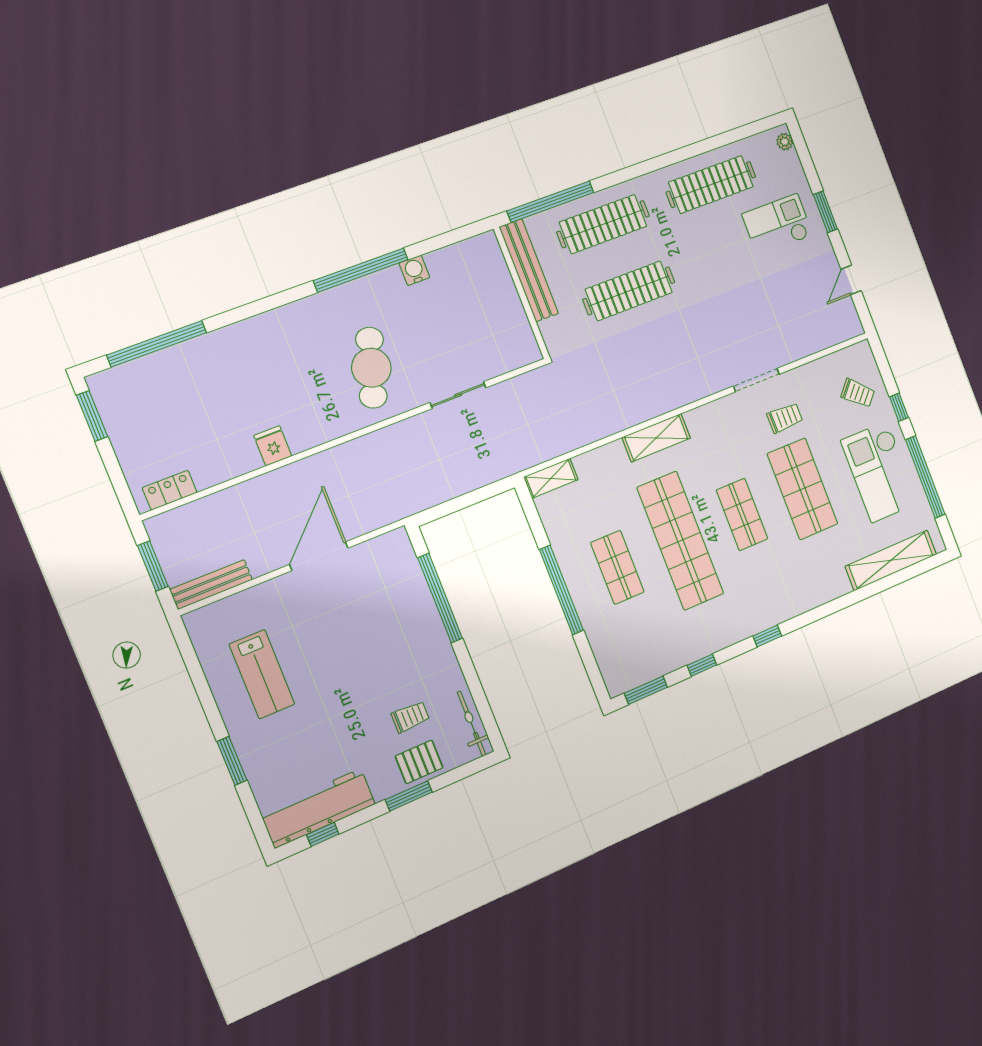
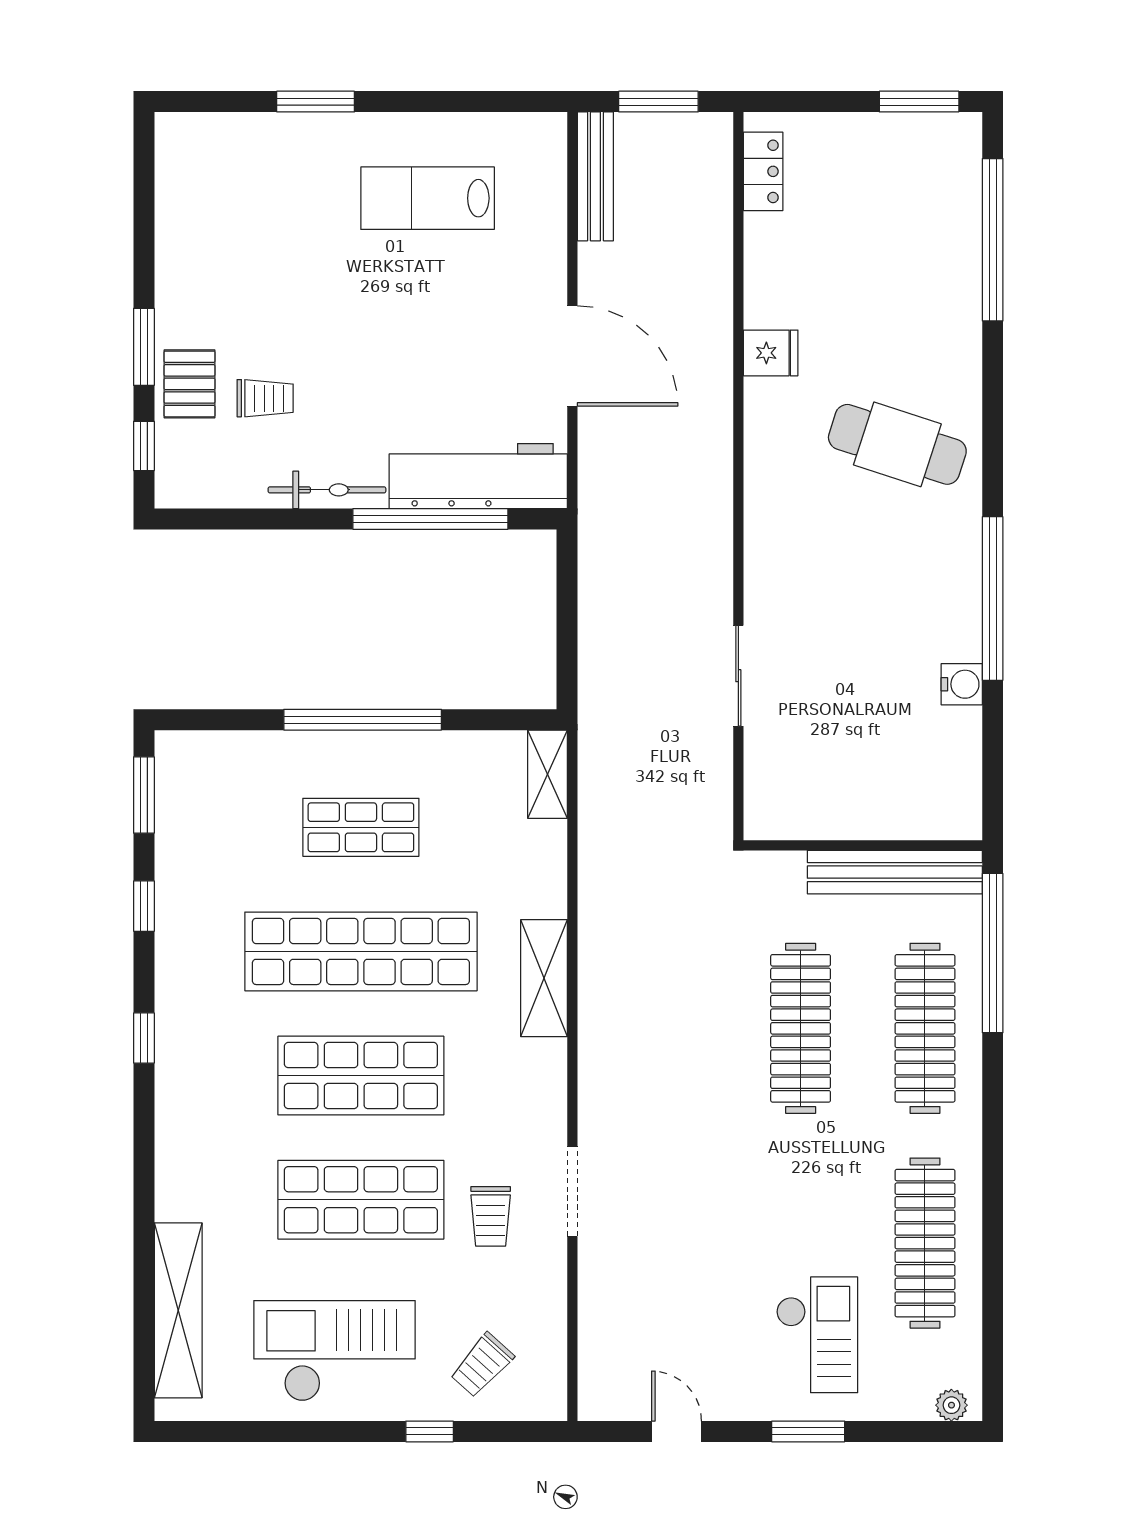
cafe table: (371, 368) -> (897, 444), moved
window: (925, 477) -> (293, 1431), removed
shop shelf: (742, 514) -> (361, 1076), width x1.43, depth x1.36
trolley: (410, 717) -> (265, 398), turned -90
bicycle: (471, 724) -> (327, 490), moved
workbench: (318, 808) -> (478, 476), moved, turned -90
window: (323, 834) -> (144, 446), moved

